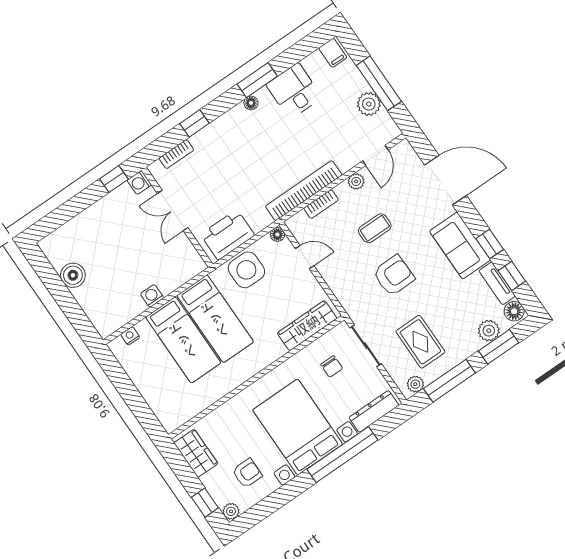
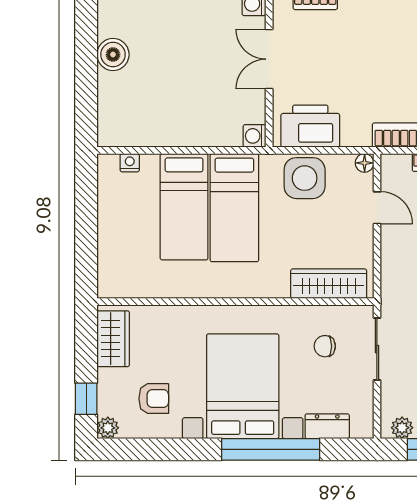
washing machine: (152, 296) -> (255, 136), moved, turned -90
chair: (332, 366) -> (325, 346), turned 90
dresser: (374, 411) -> (327, 426), width x0.70

